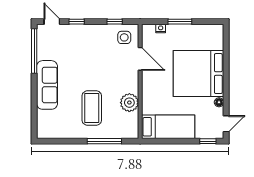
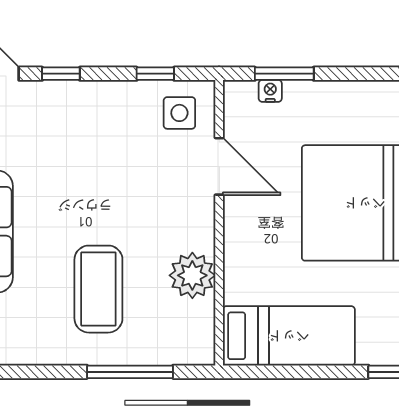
window: (180, 22) -> (284, 74), moved

